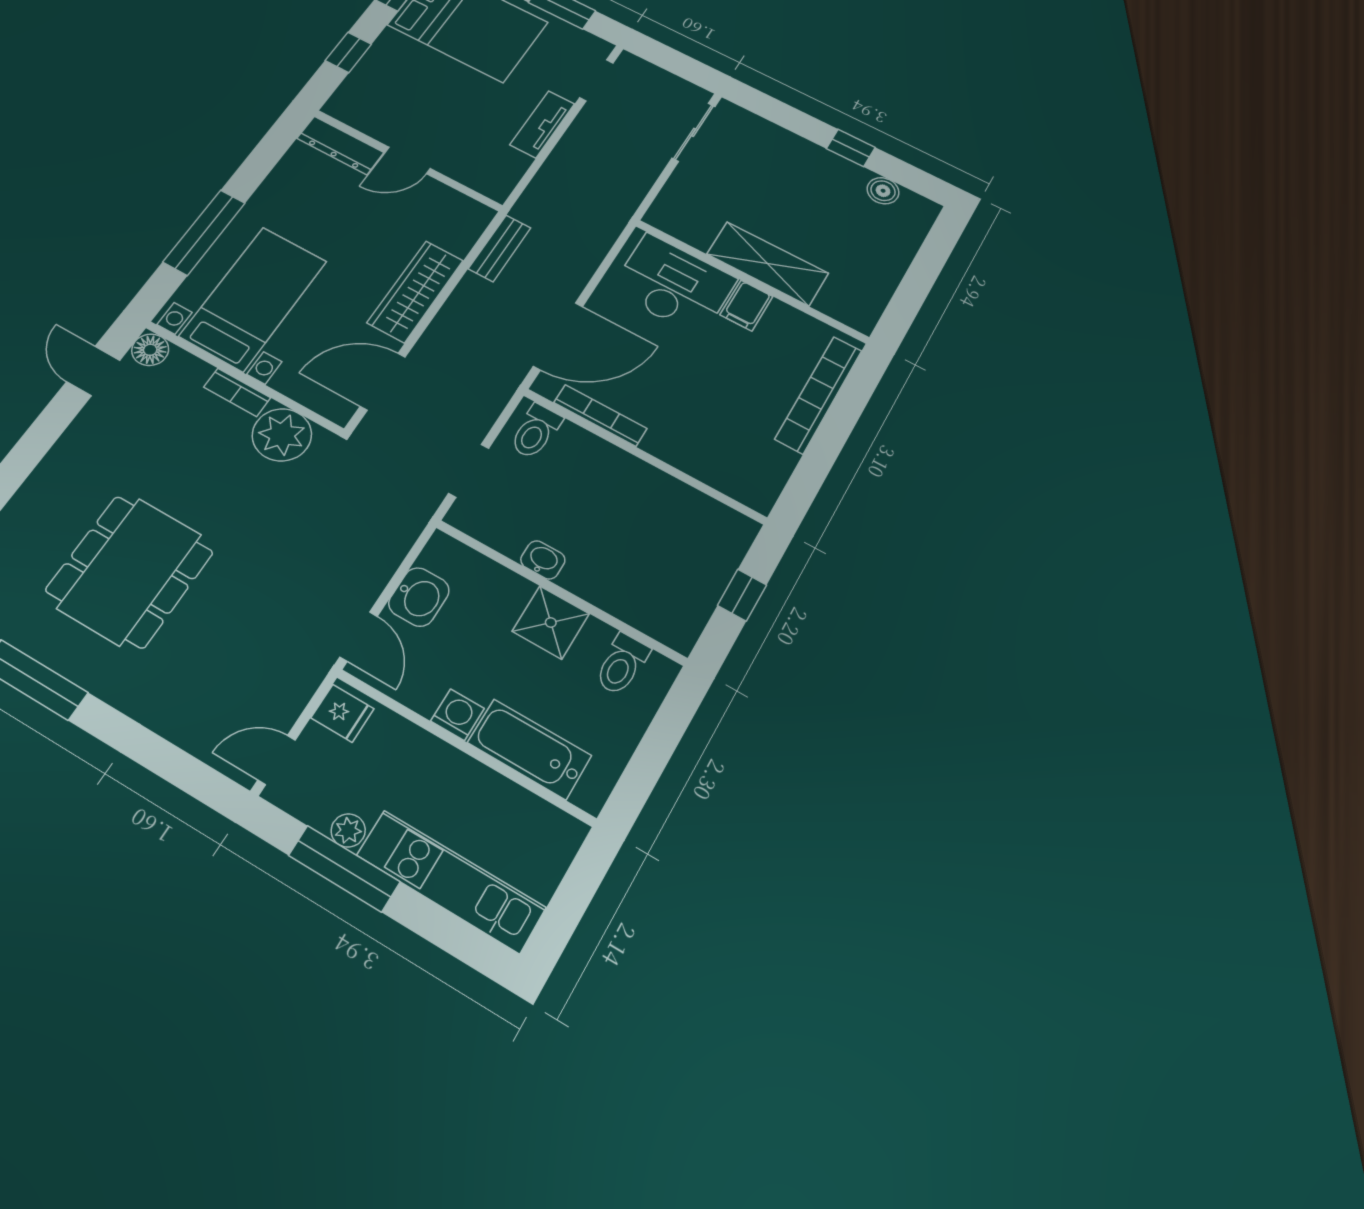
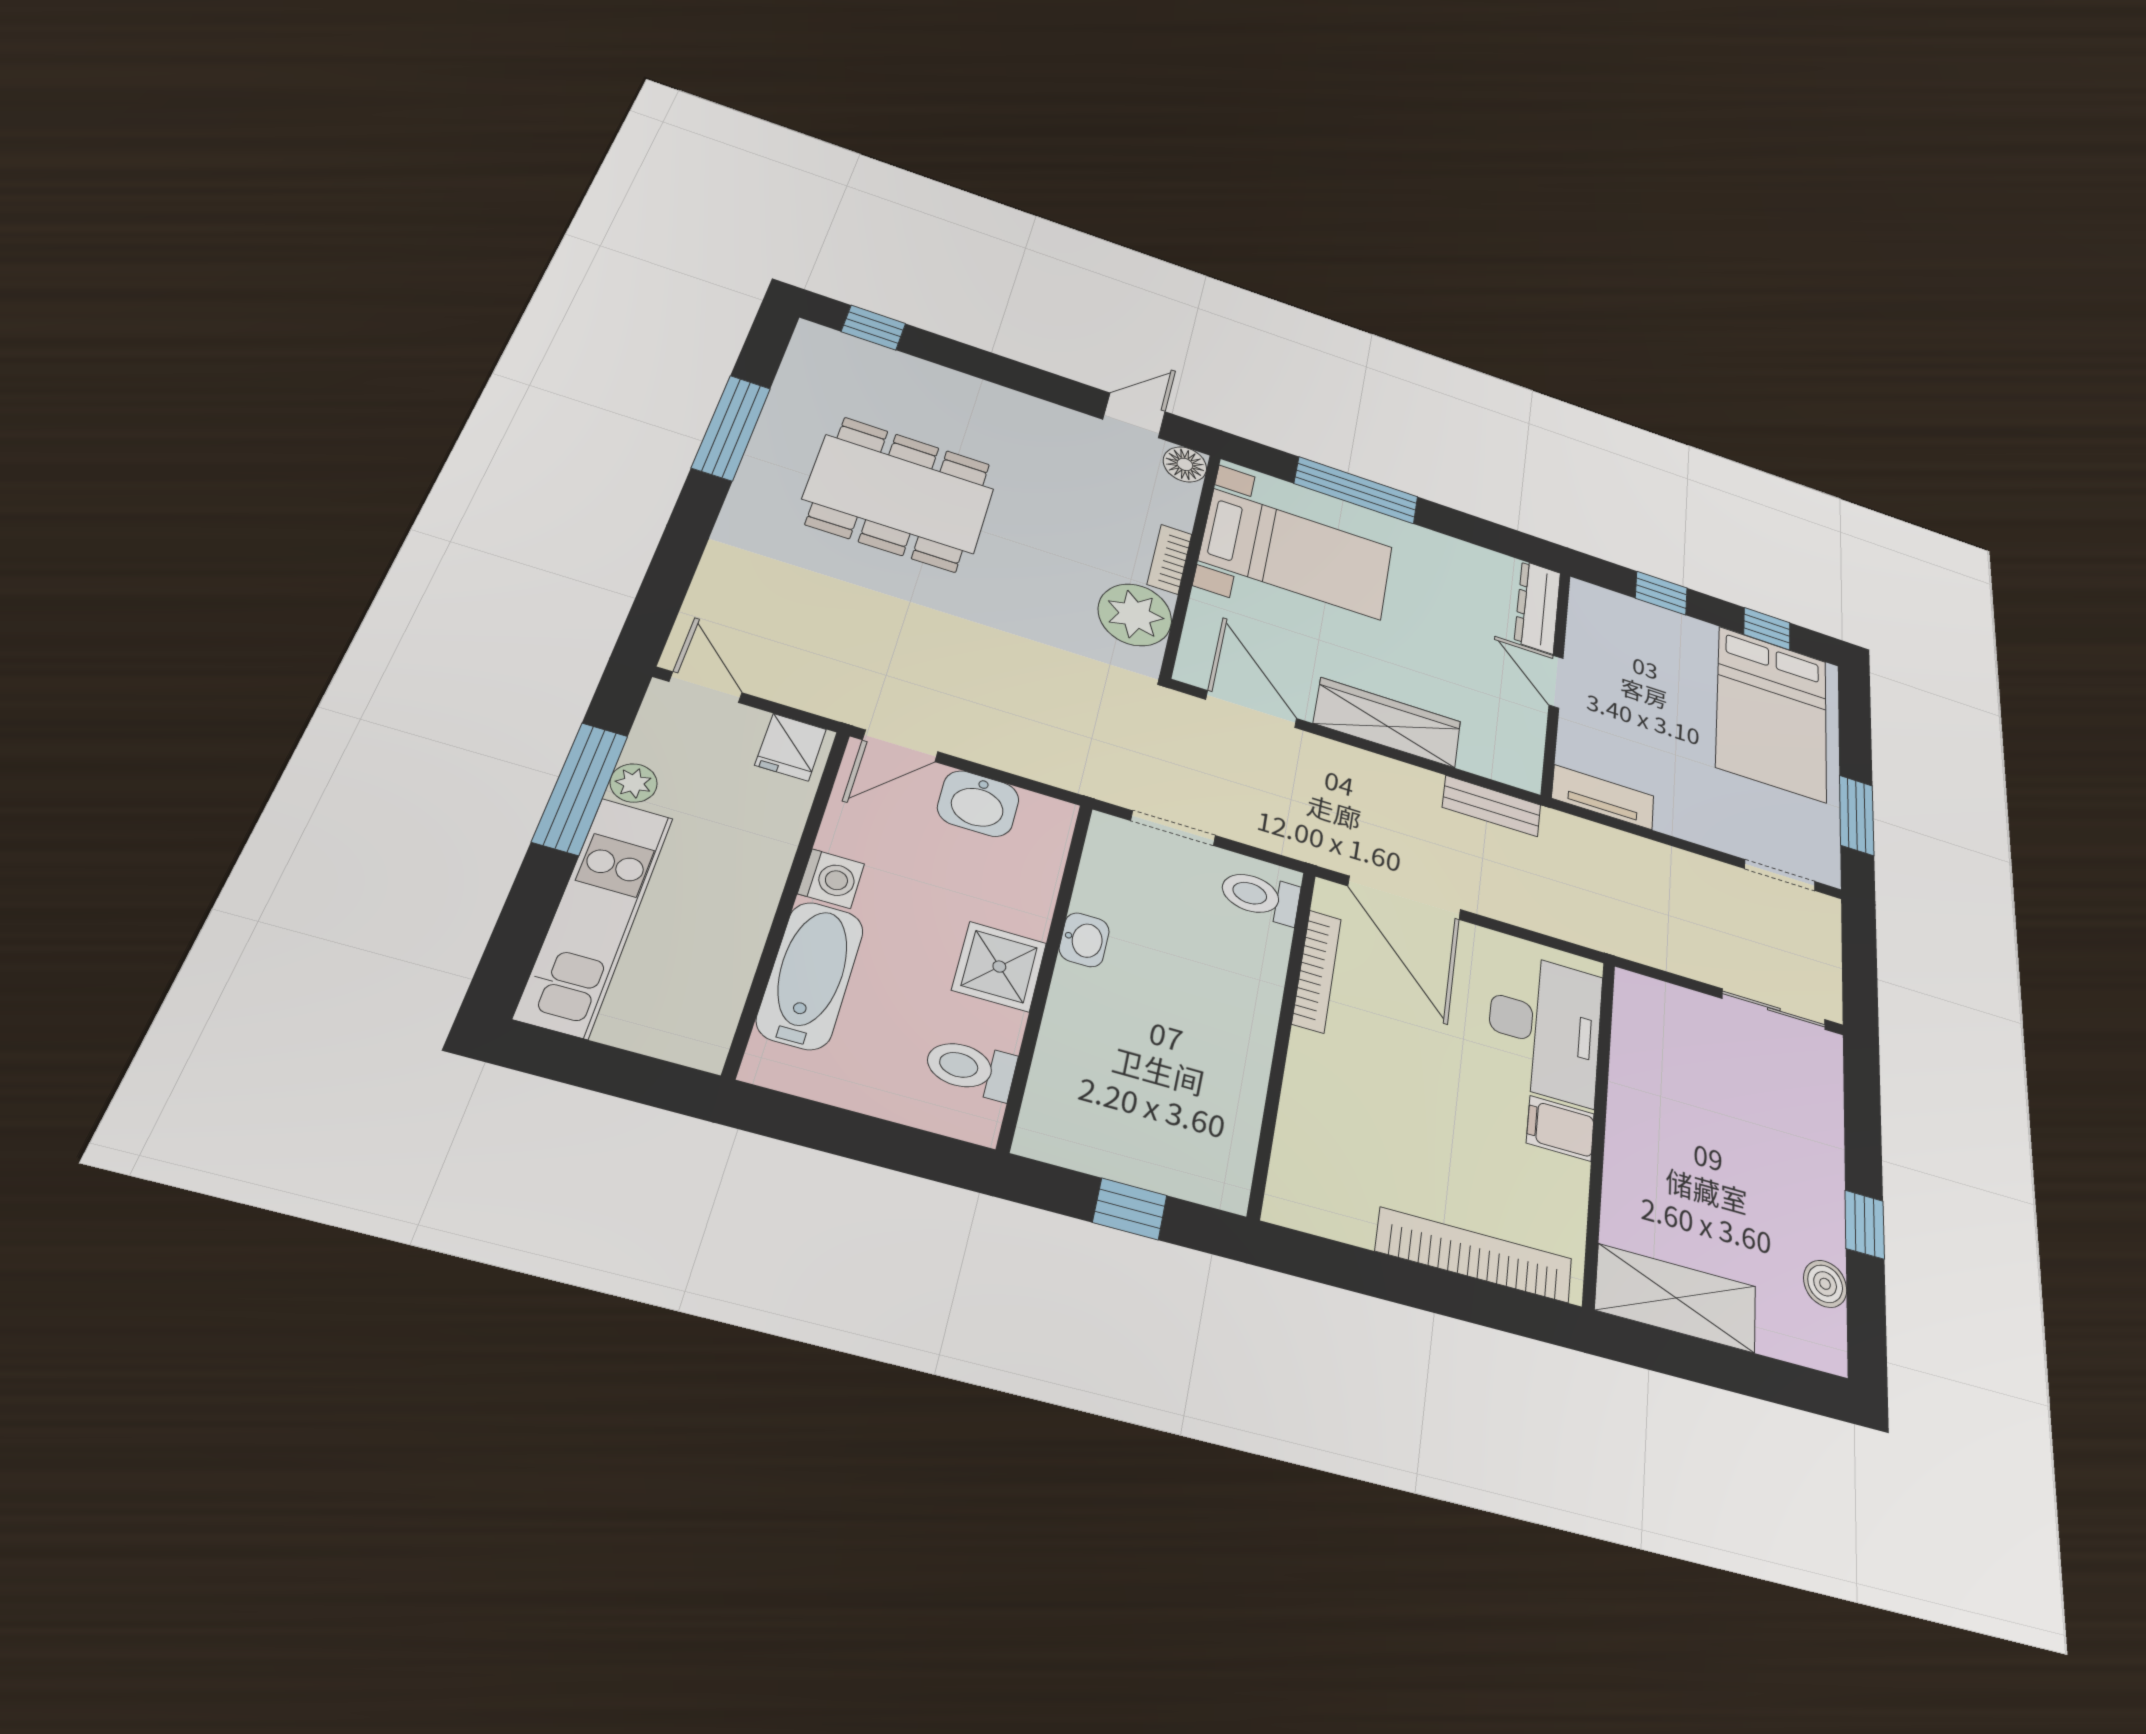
tv unit: (542, 124) -> (1603, 797), moved
shelving: (768, 264) -> (1676, 1298), moved, turned 90

